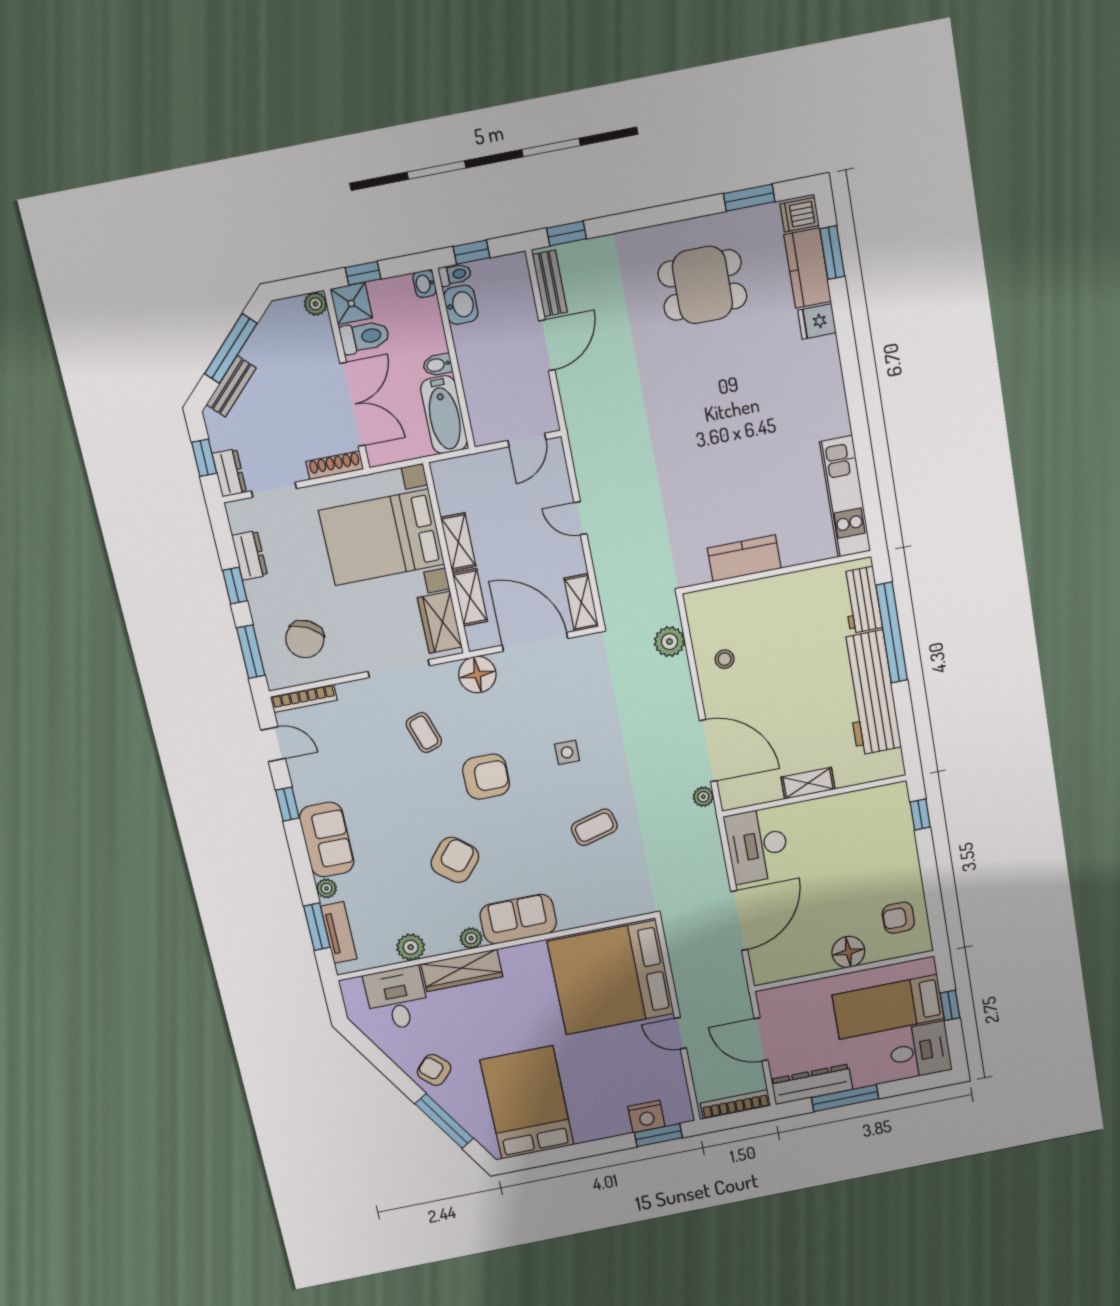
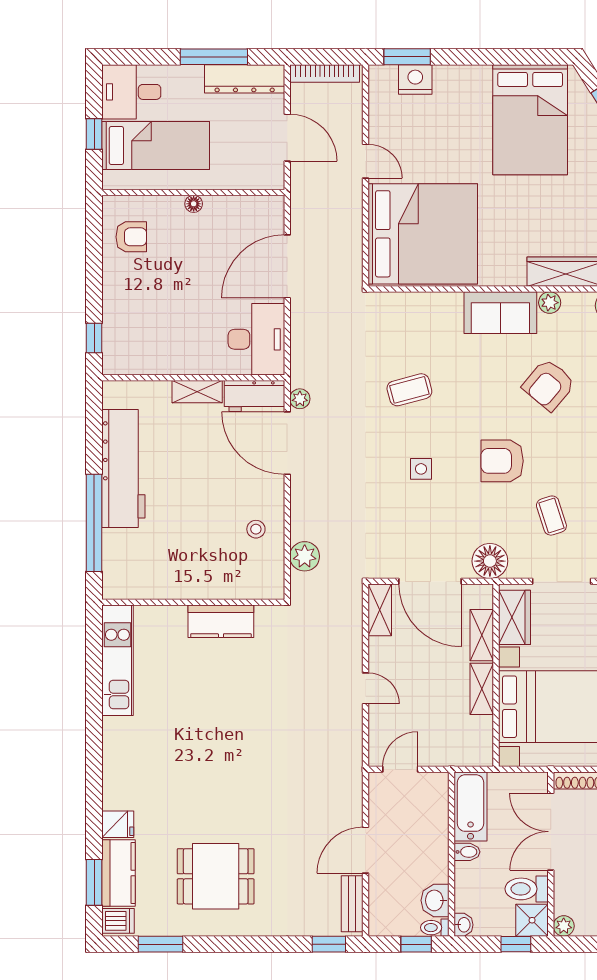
workbench: (862, 600) -> (254, 396), moved, turned 90
floor lamp: (848, 952) -> (194, 204), width x0.53, depth x0.53

